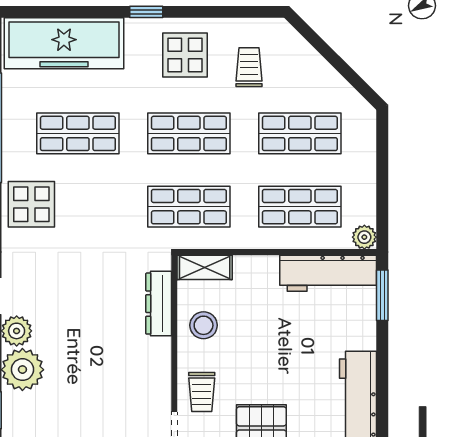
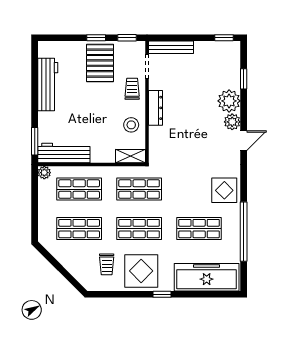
display table: (185, 55) -> (141, 271), width x1.36, depth x1.36
dresser: (159, 304) -> (155, 108), moved

